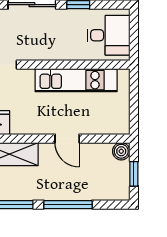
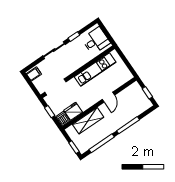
door: (67, 139) -> (108, 97), hinge flipped
boiler: (121, 151) -> (135, 87), removed

